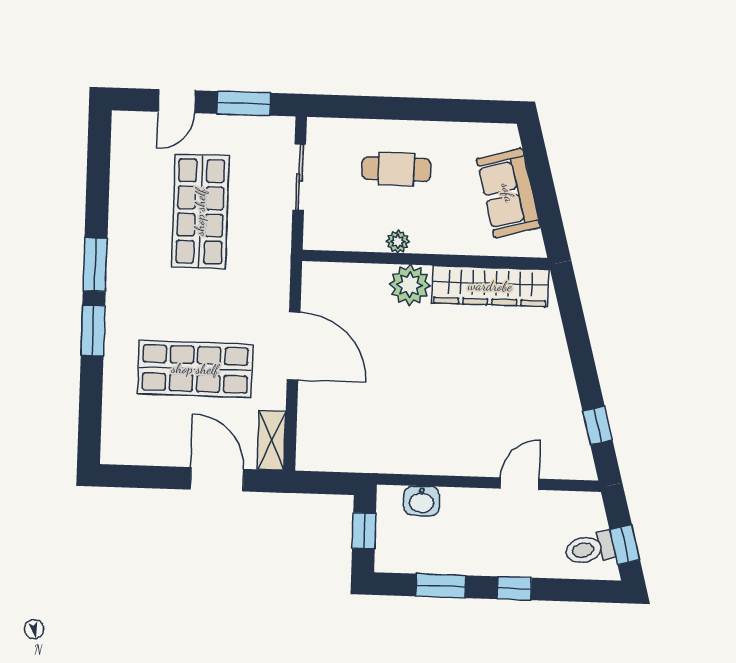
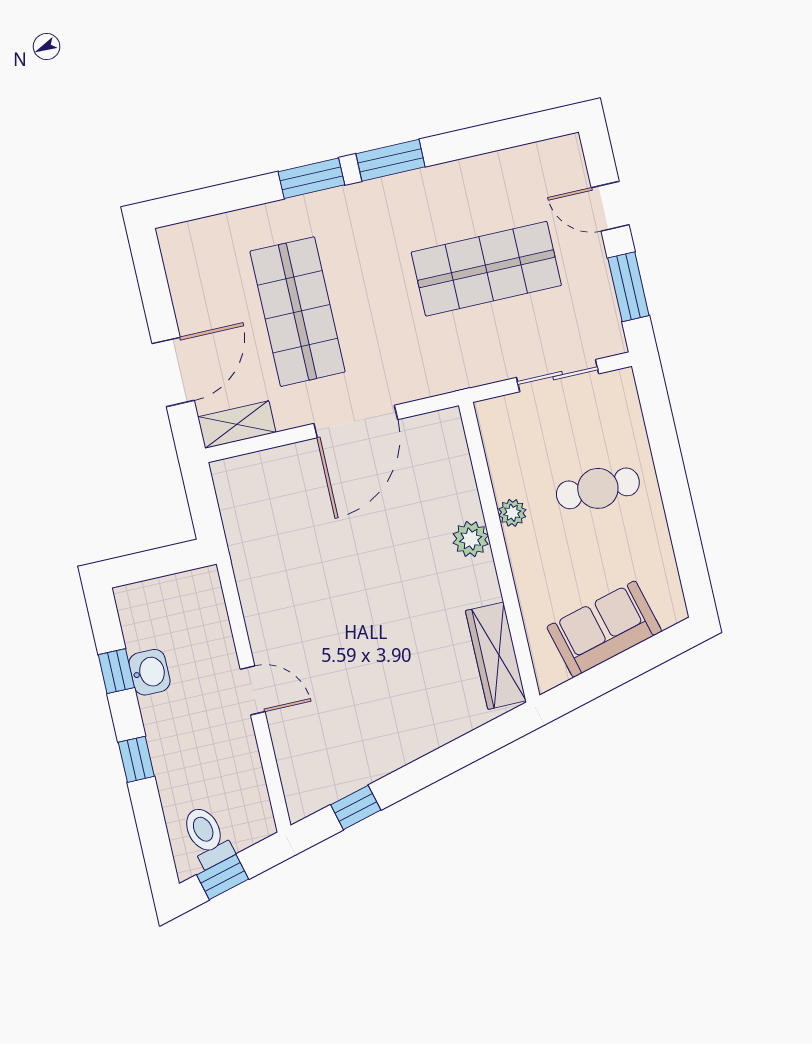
cafe table: (396, 169) -> (598, 488), turned 90
plant: (410, 285) -> (471, 539), width x0.73, depth x0.73
wardrobe: (490, 286) -> (496, 656), width x0.71, depth x0.85
door: (520, 484) -> (253, 690), moved
washbasin: (422, 501) -> (149, 672), moved, turned 180
window: (364, 531) -> (158, 563), removed
window: (441, 586) -> (116, 671), width x0.67

